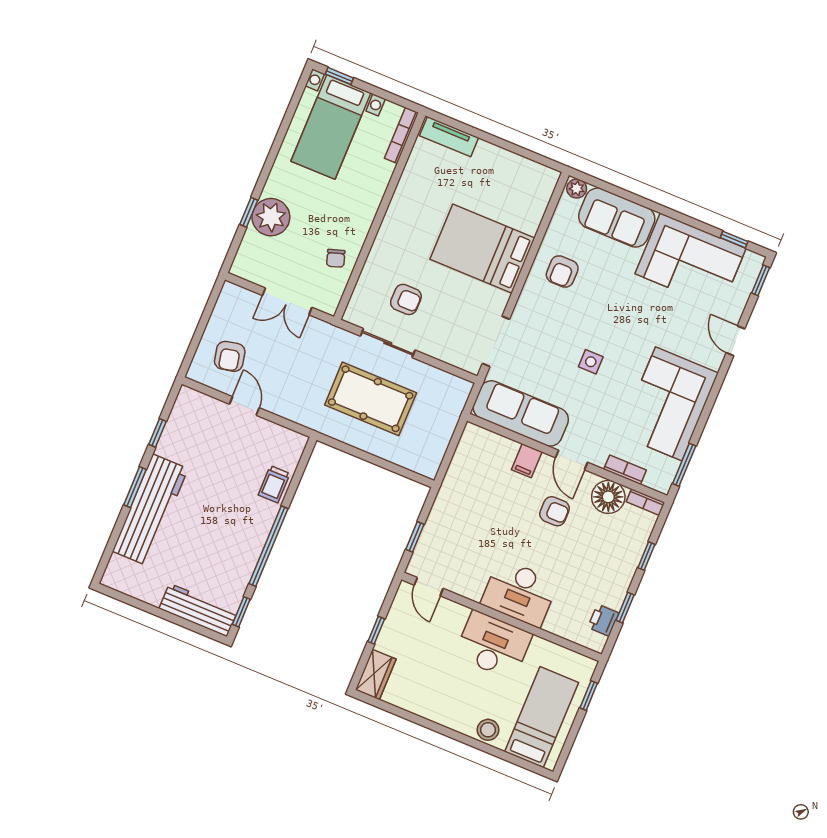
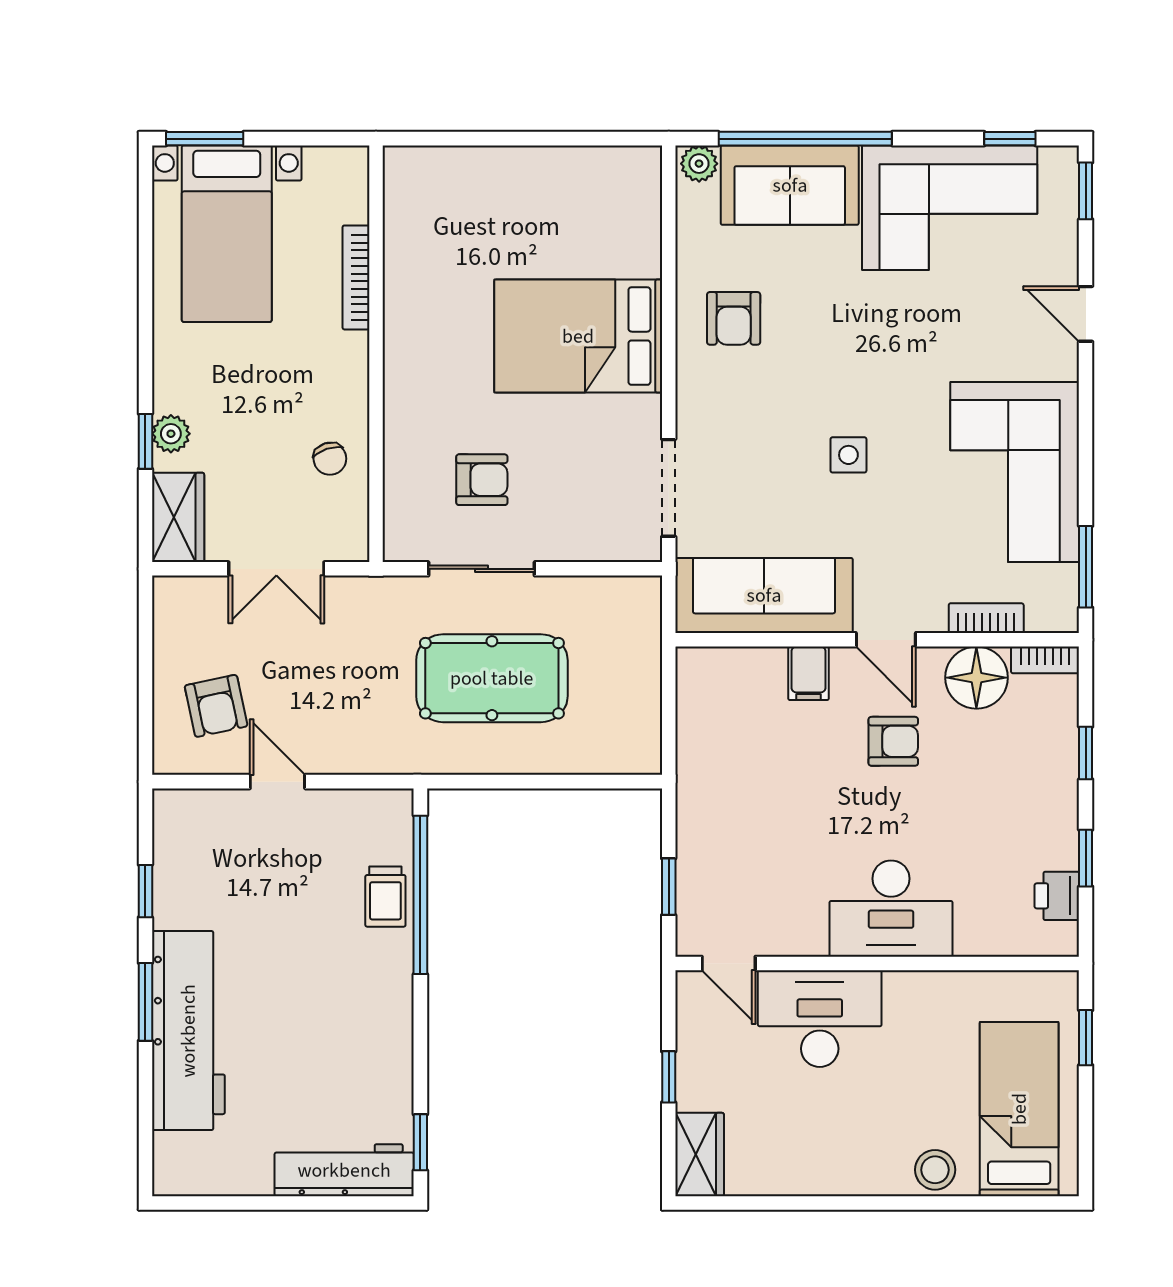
window: (339, 76) -> (205, 139), width x1.50
bookcase: (402, 136) -> (356, 277), moved
tv unit: (449, 137) -> (439, 165), removed
window: (634, 198) -> (805, 139), added
plant: (271, 217) -> (171, 434), width x0.53, depth x0.53
wardrobe: (249, 256) -> (178, 517), added
window: (268, 546) -> (420, 895), moved
desk: (493, 645) -> (820, 1019), moved

